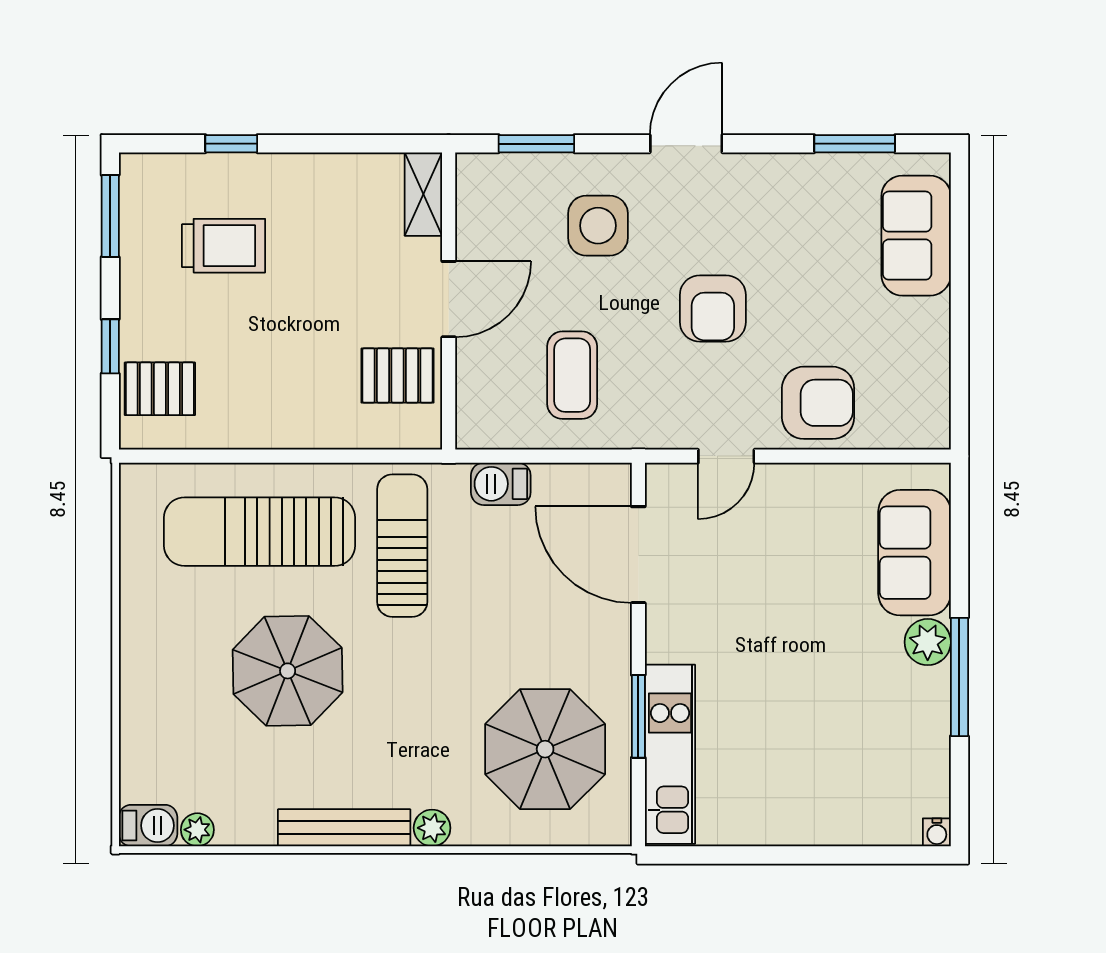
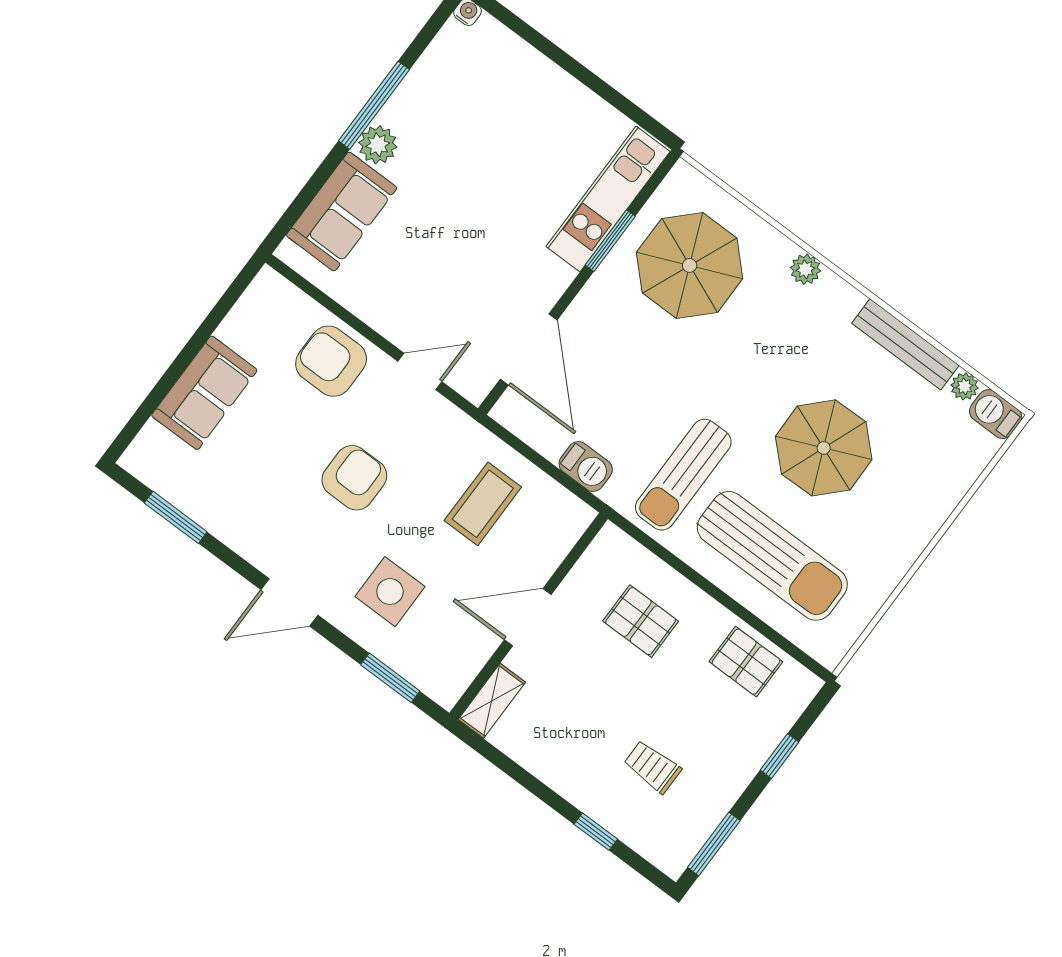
sofa: (916, 236) -> (204, 393), moved
trolley: (224, 246) -> (652, 767), width x0.73, depth x0.72
pallet: (397, 376) -> (641, 621), moved
pallet: (160, 389) -> (746, 662), moved
bench: (344, 828) -> (905, 344), moved

